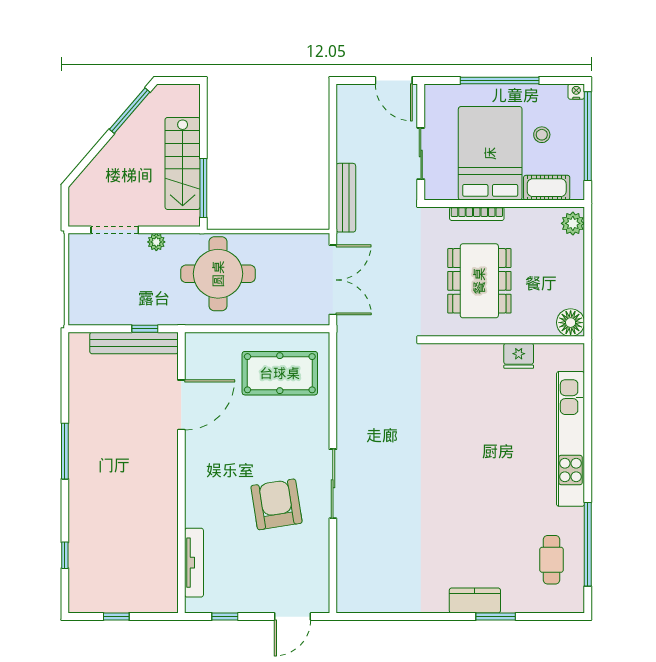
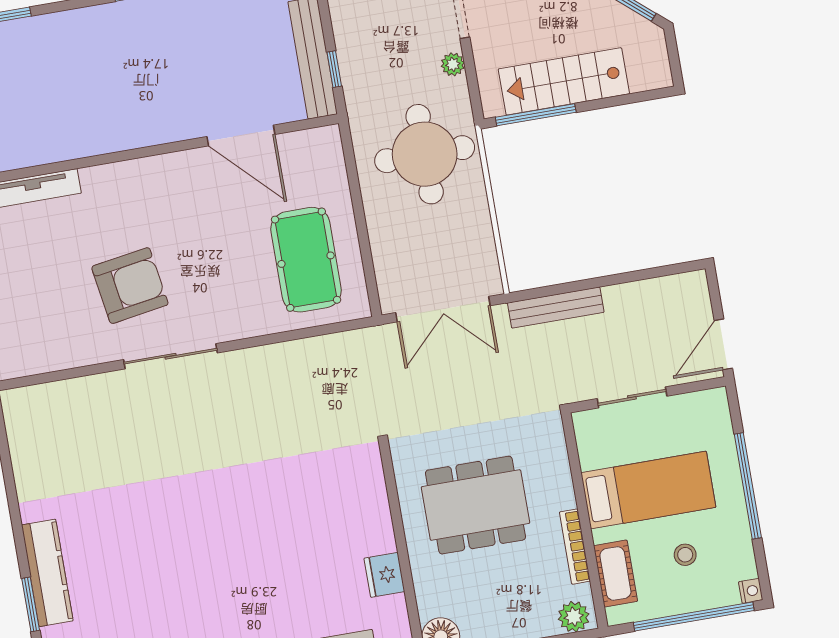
bed: (490, 153) -> (648, 490), width x0.67
bookcase: (477, 214) -> (575, 547), moved
kitchen counter: (475, 600) -> (47, 573), width x1.50

